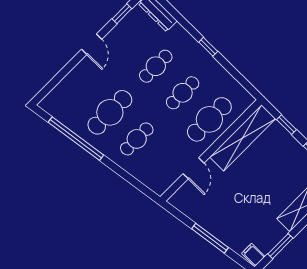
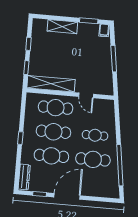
door: (92, 44) -> (67, 196), width x1.88
cafe table: (156, 66) -> (51, 156), width x1.37, depth x1.35
cafe table: (183, 93) -> (53, 132), width x1.37, depth x1.35
door: (194, 168) -> (86, 95), swing flipped

